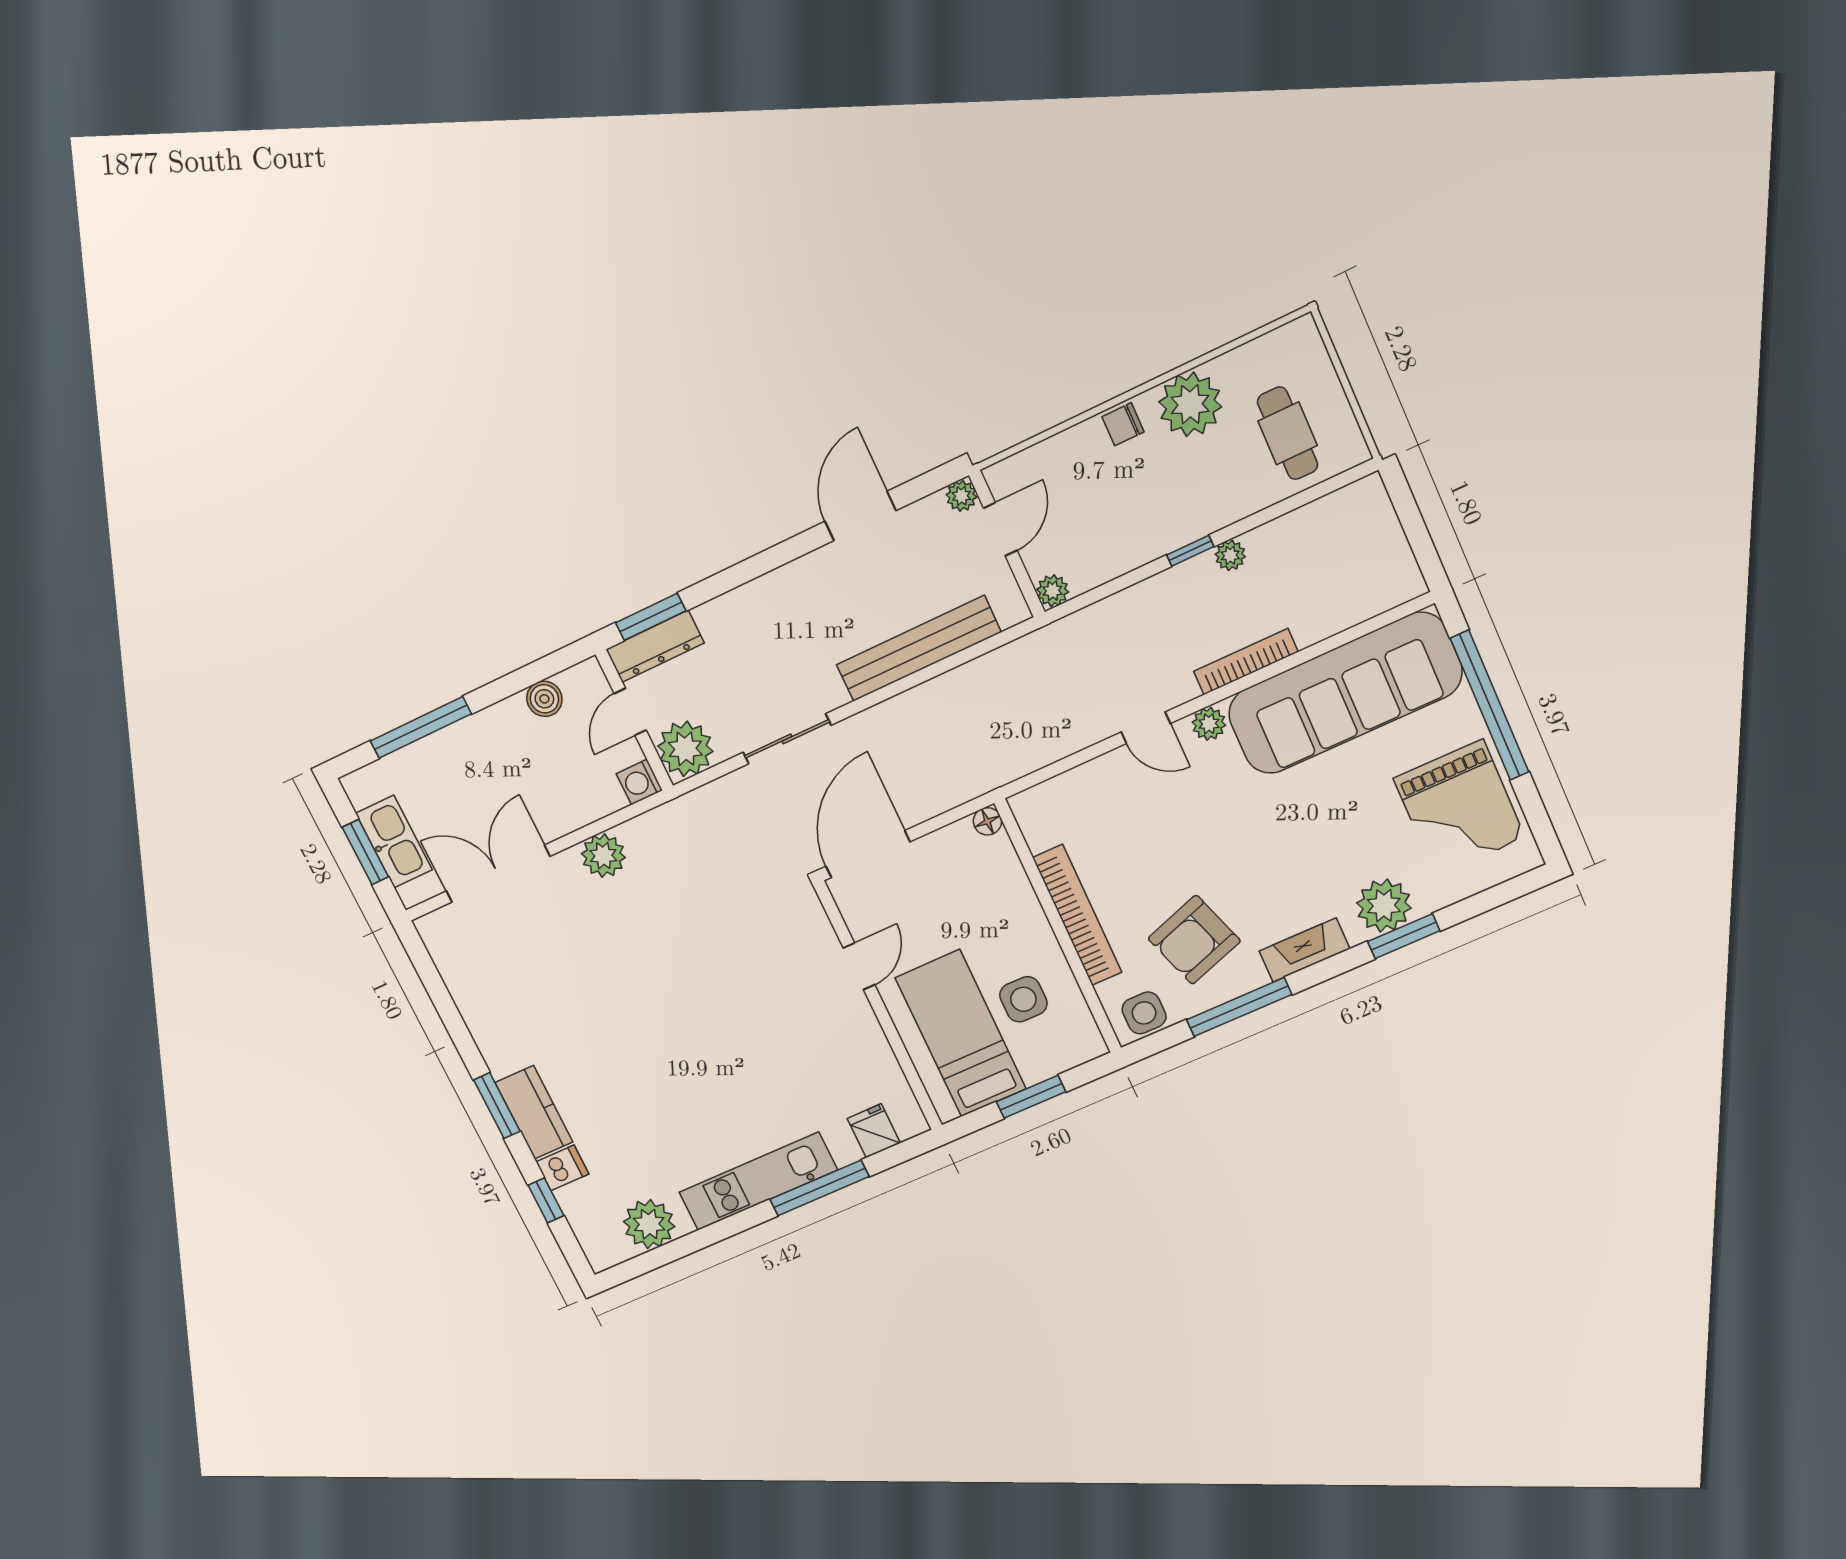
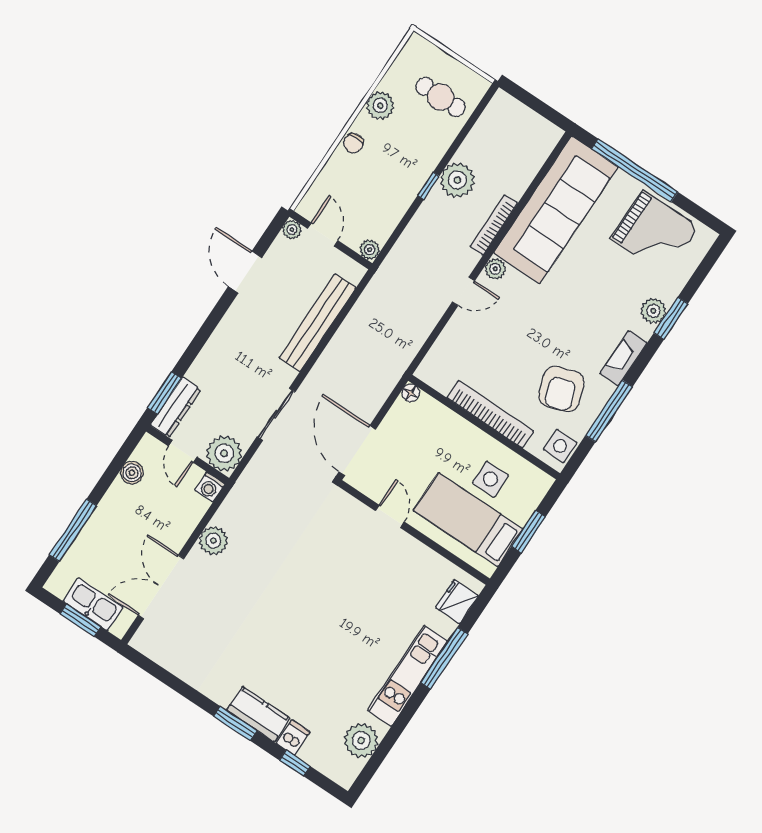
plant: (1190, 404) -> (380, 106), width x0.73, depth x0.73
plant: (1230, 555) -> (457, 180), width x1.88, depth x1.88
plant: (1384, 906) -> (653, 311), width x0.73, depth x0.73
fridge: (874, 1131) -> (457, 602), width x1.38

